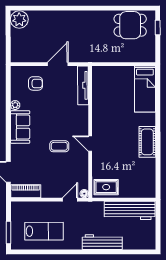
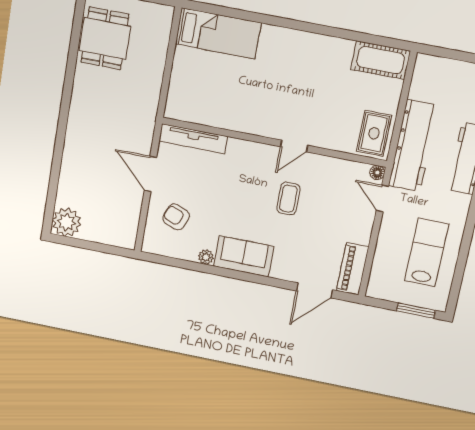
armchair: (35, 83) -> (176, 217), turned -69
cot: (147, 142) -> (381, 60), moved
workbench: (130, 210) -> (413, 146), moved

